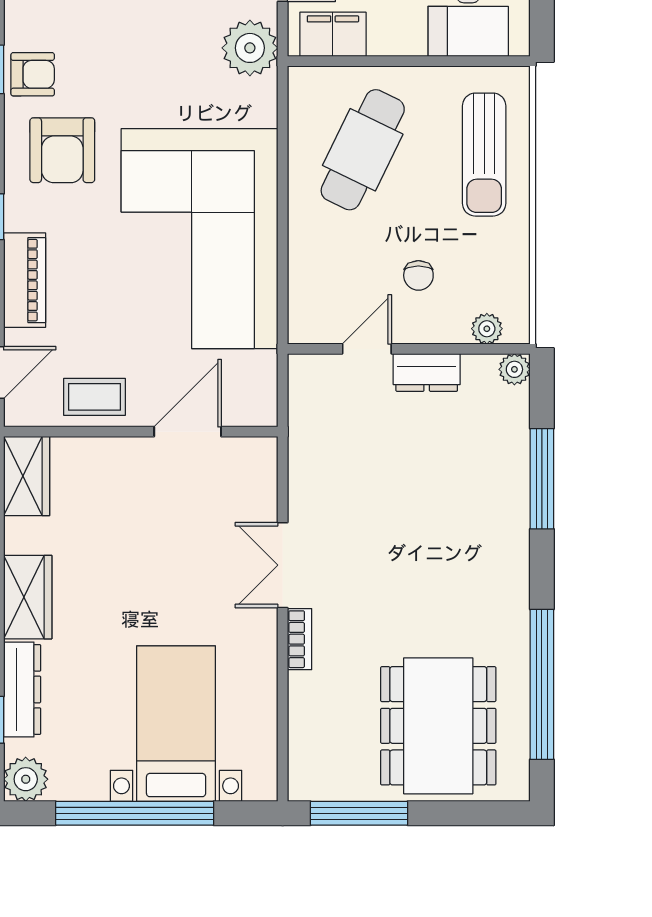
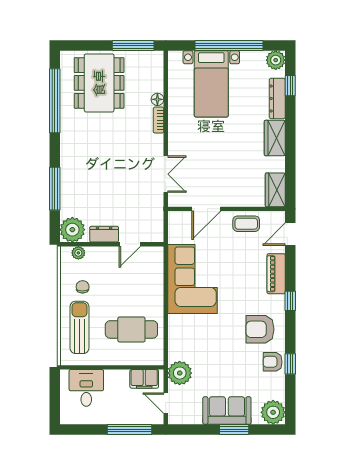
armchair: (62, 150) -> (260, 329), turned -90
cafe table: (363, 150) -> (131, 329), turned 64
corner sofa: (200, 239) -> (192, 279), width x0.73, depth x0.74
chair: (418, 275) -> (83, 287), moved
plant: (514, 369) -> (72, 230), width x1.88, depth x1.88
double door: (283, 565) -> (166, 174), moved
floor lamp: (302, 687) -> (157, 99), added

